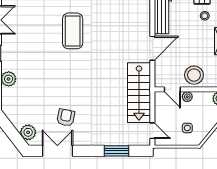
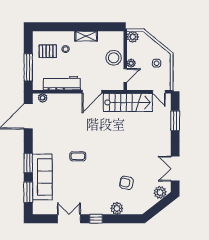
coffee table: (73, 31) -> (78, 156), width x0.54, depth x0.58
door: (152, 48) -> (92, 92), swing flipped
armchair: (66, 117) -> (126, 183), moved
door: (152, 131) -> (159, 92), swing flipped

